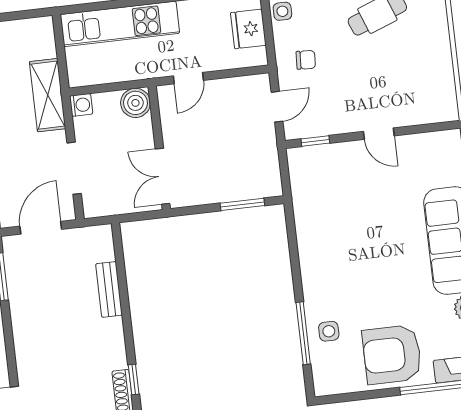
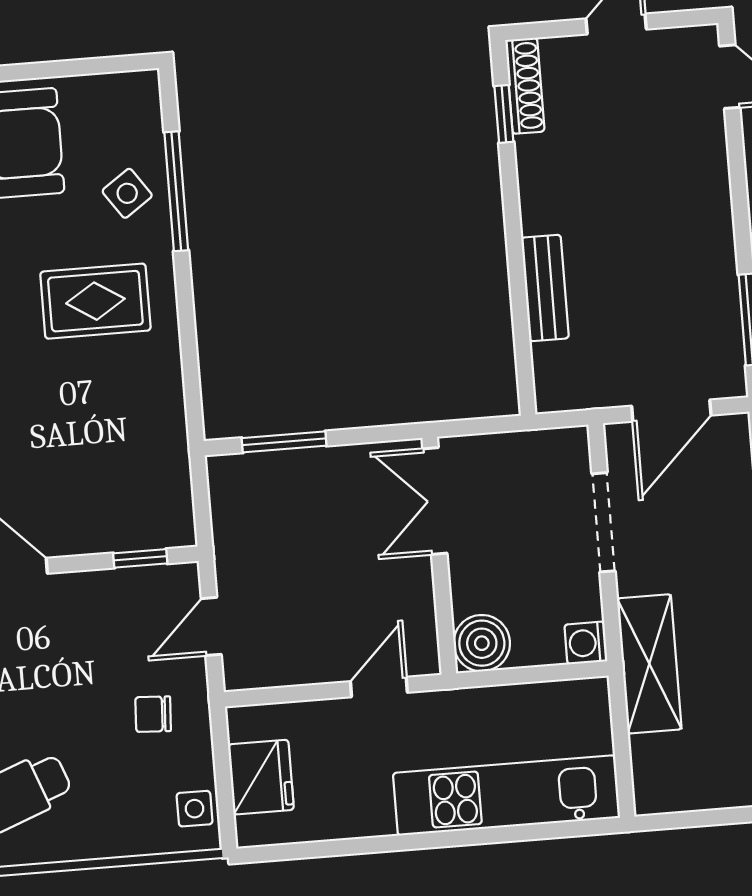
double door: (163, 176) -> (435, 501), swing flipped
rug: (343, 274) -> (95, 301), added
side table: (329, 331) -> (127, 193), turned -35

